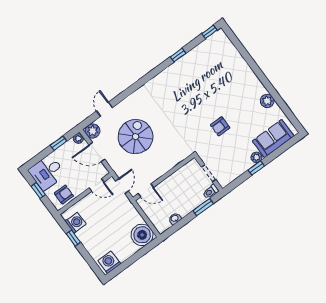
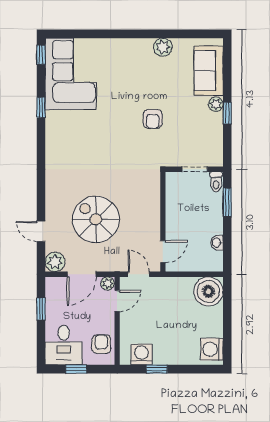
corner sofa: (211, 58) -> (71, 74), added
plant: (78, 139) -> (108, 283), moved

